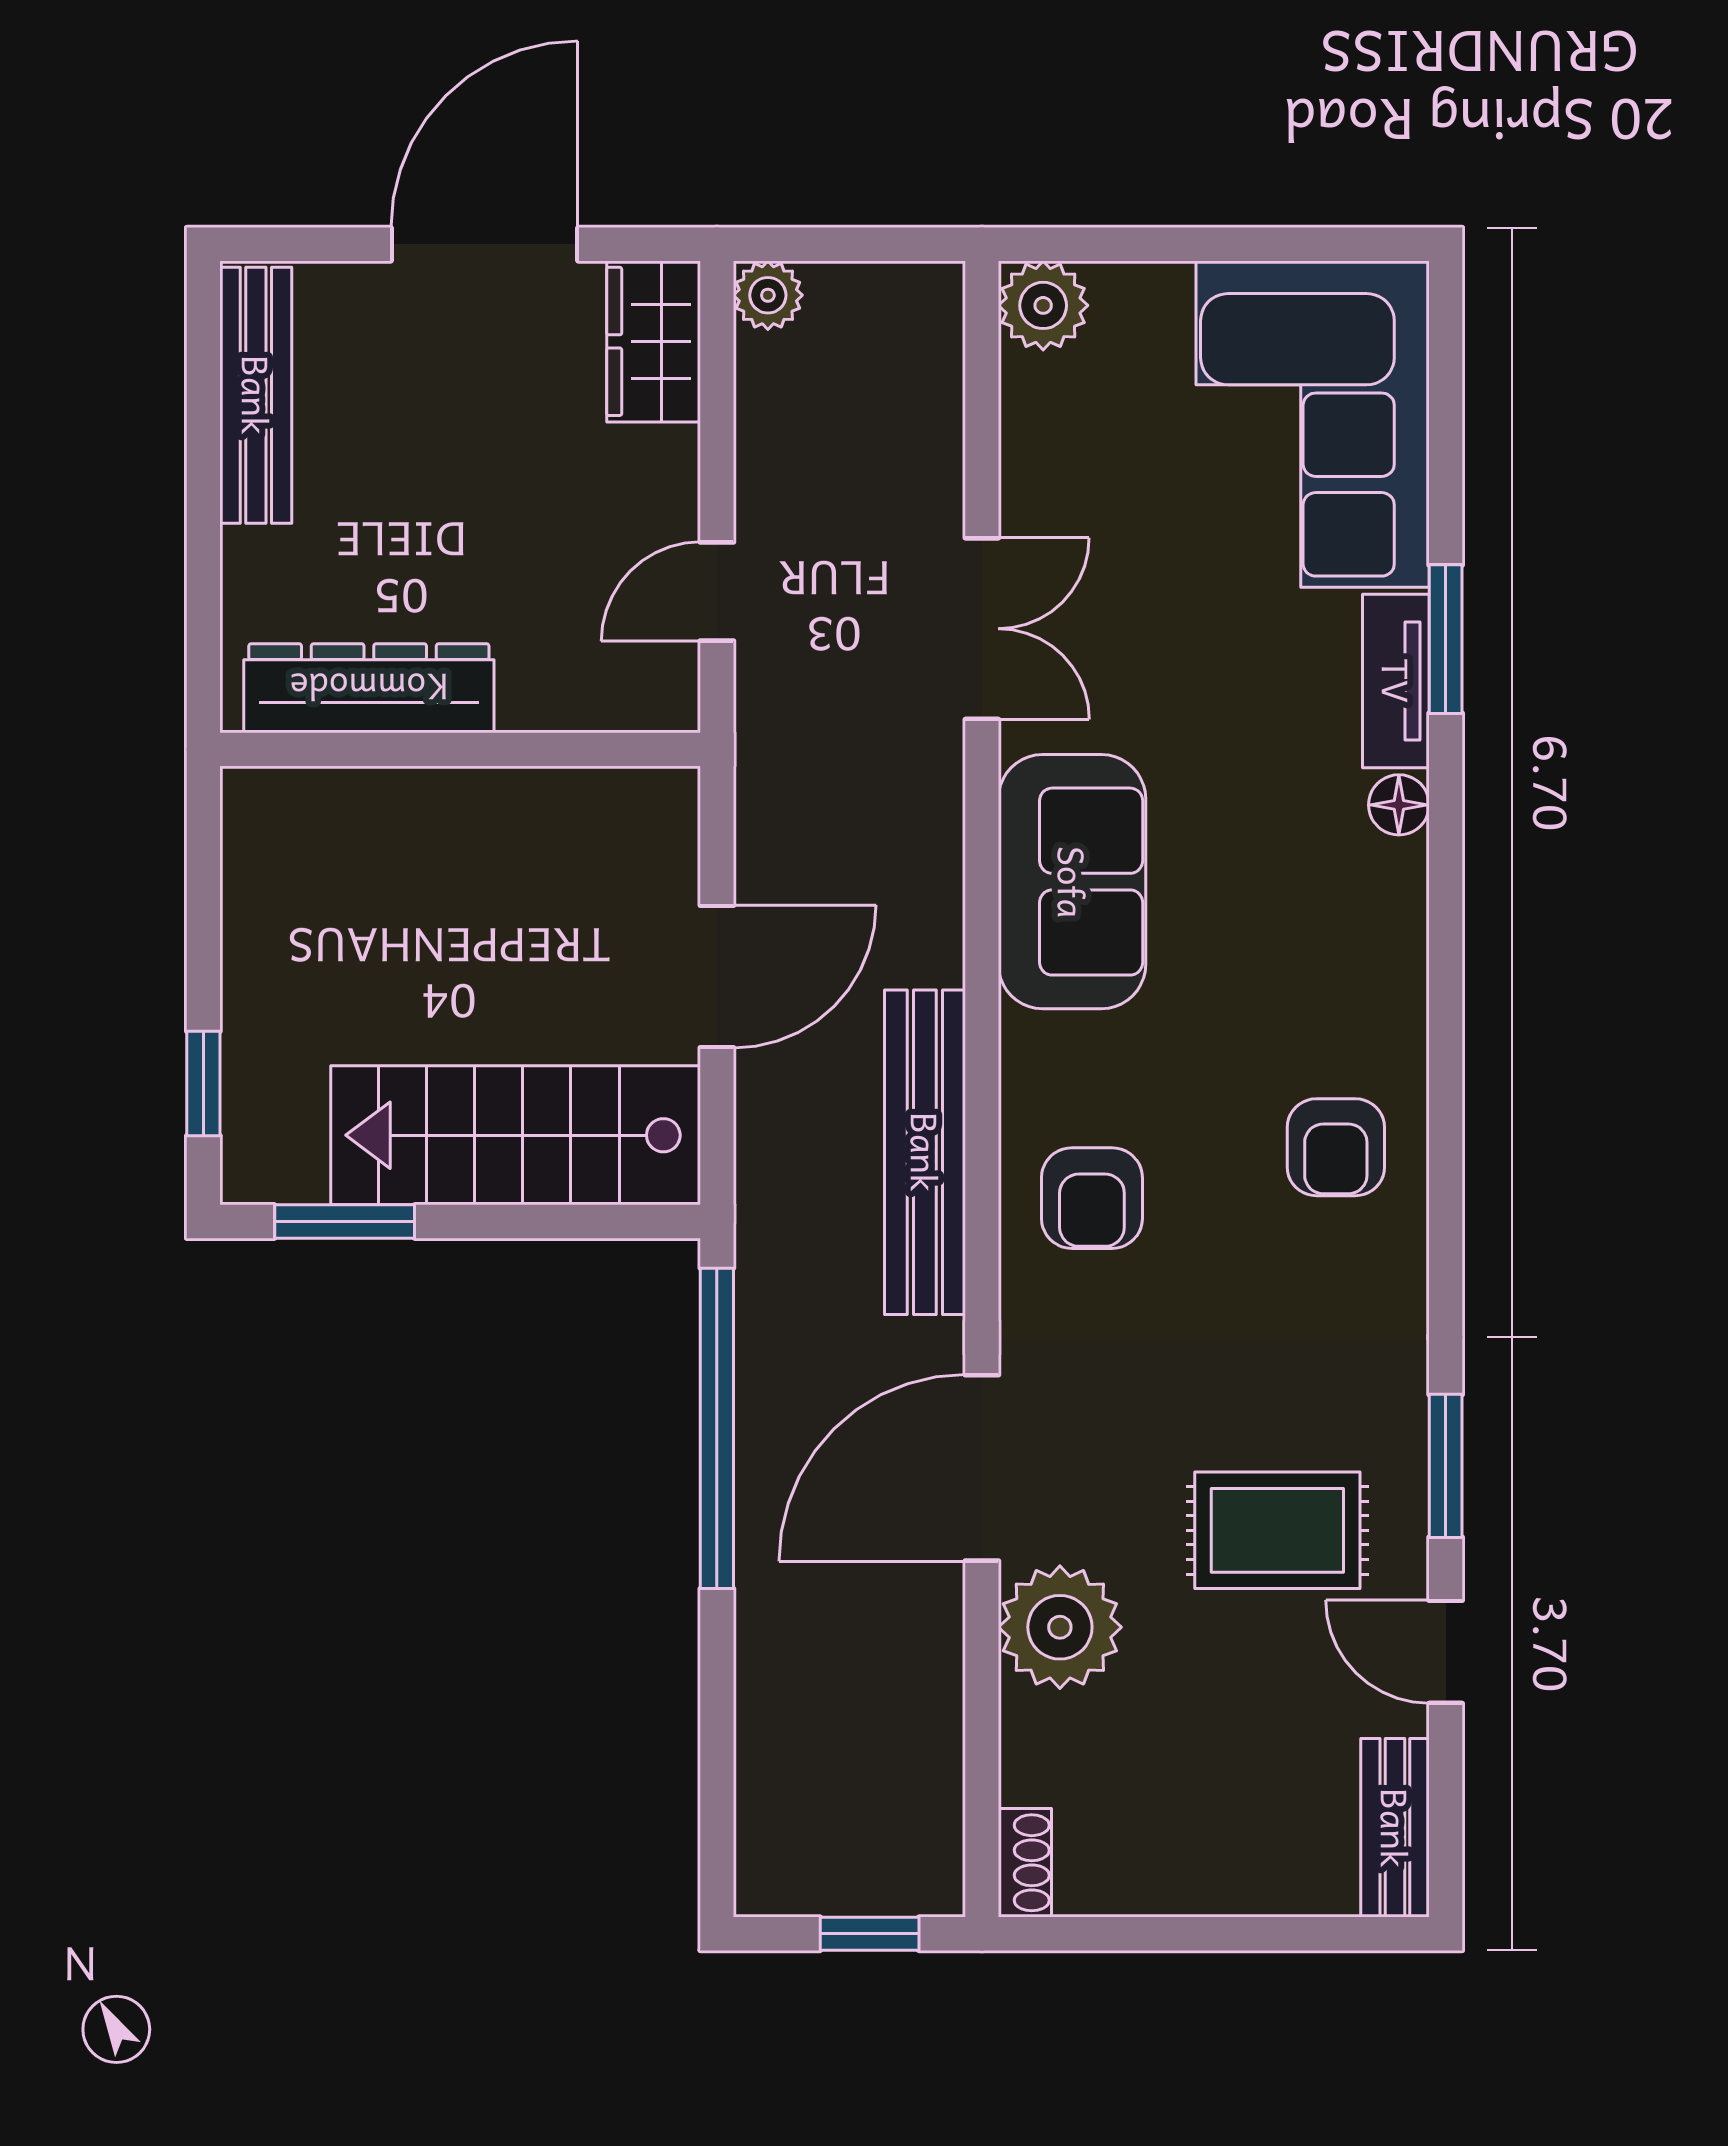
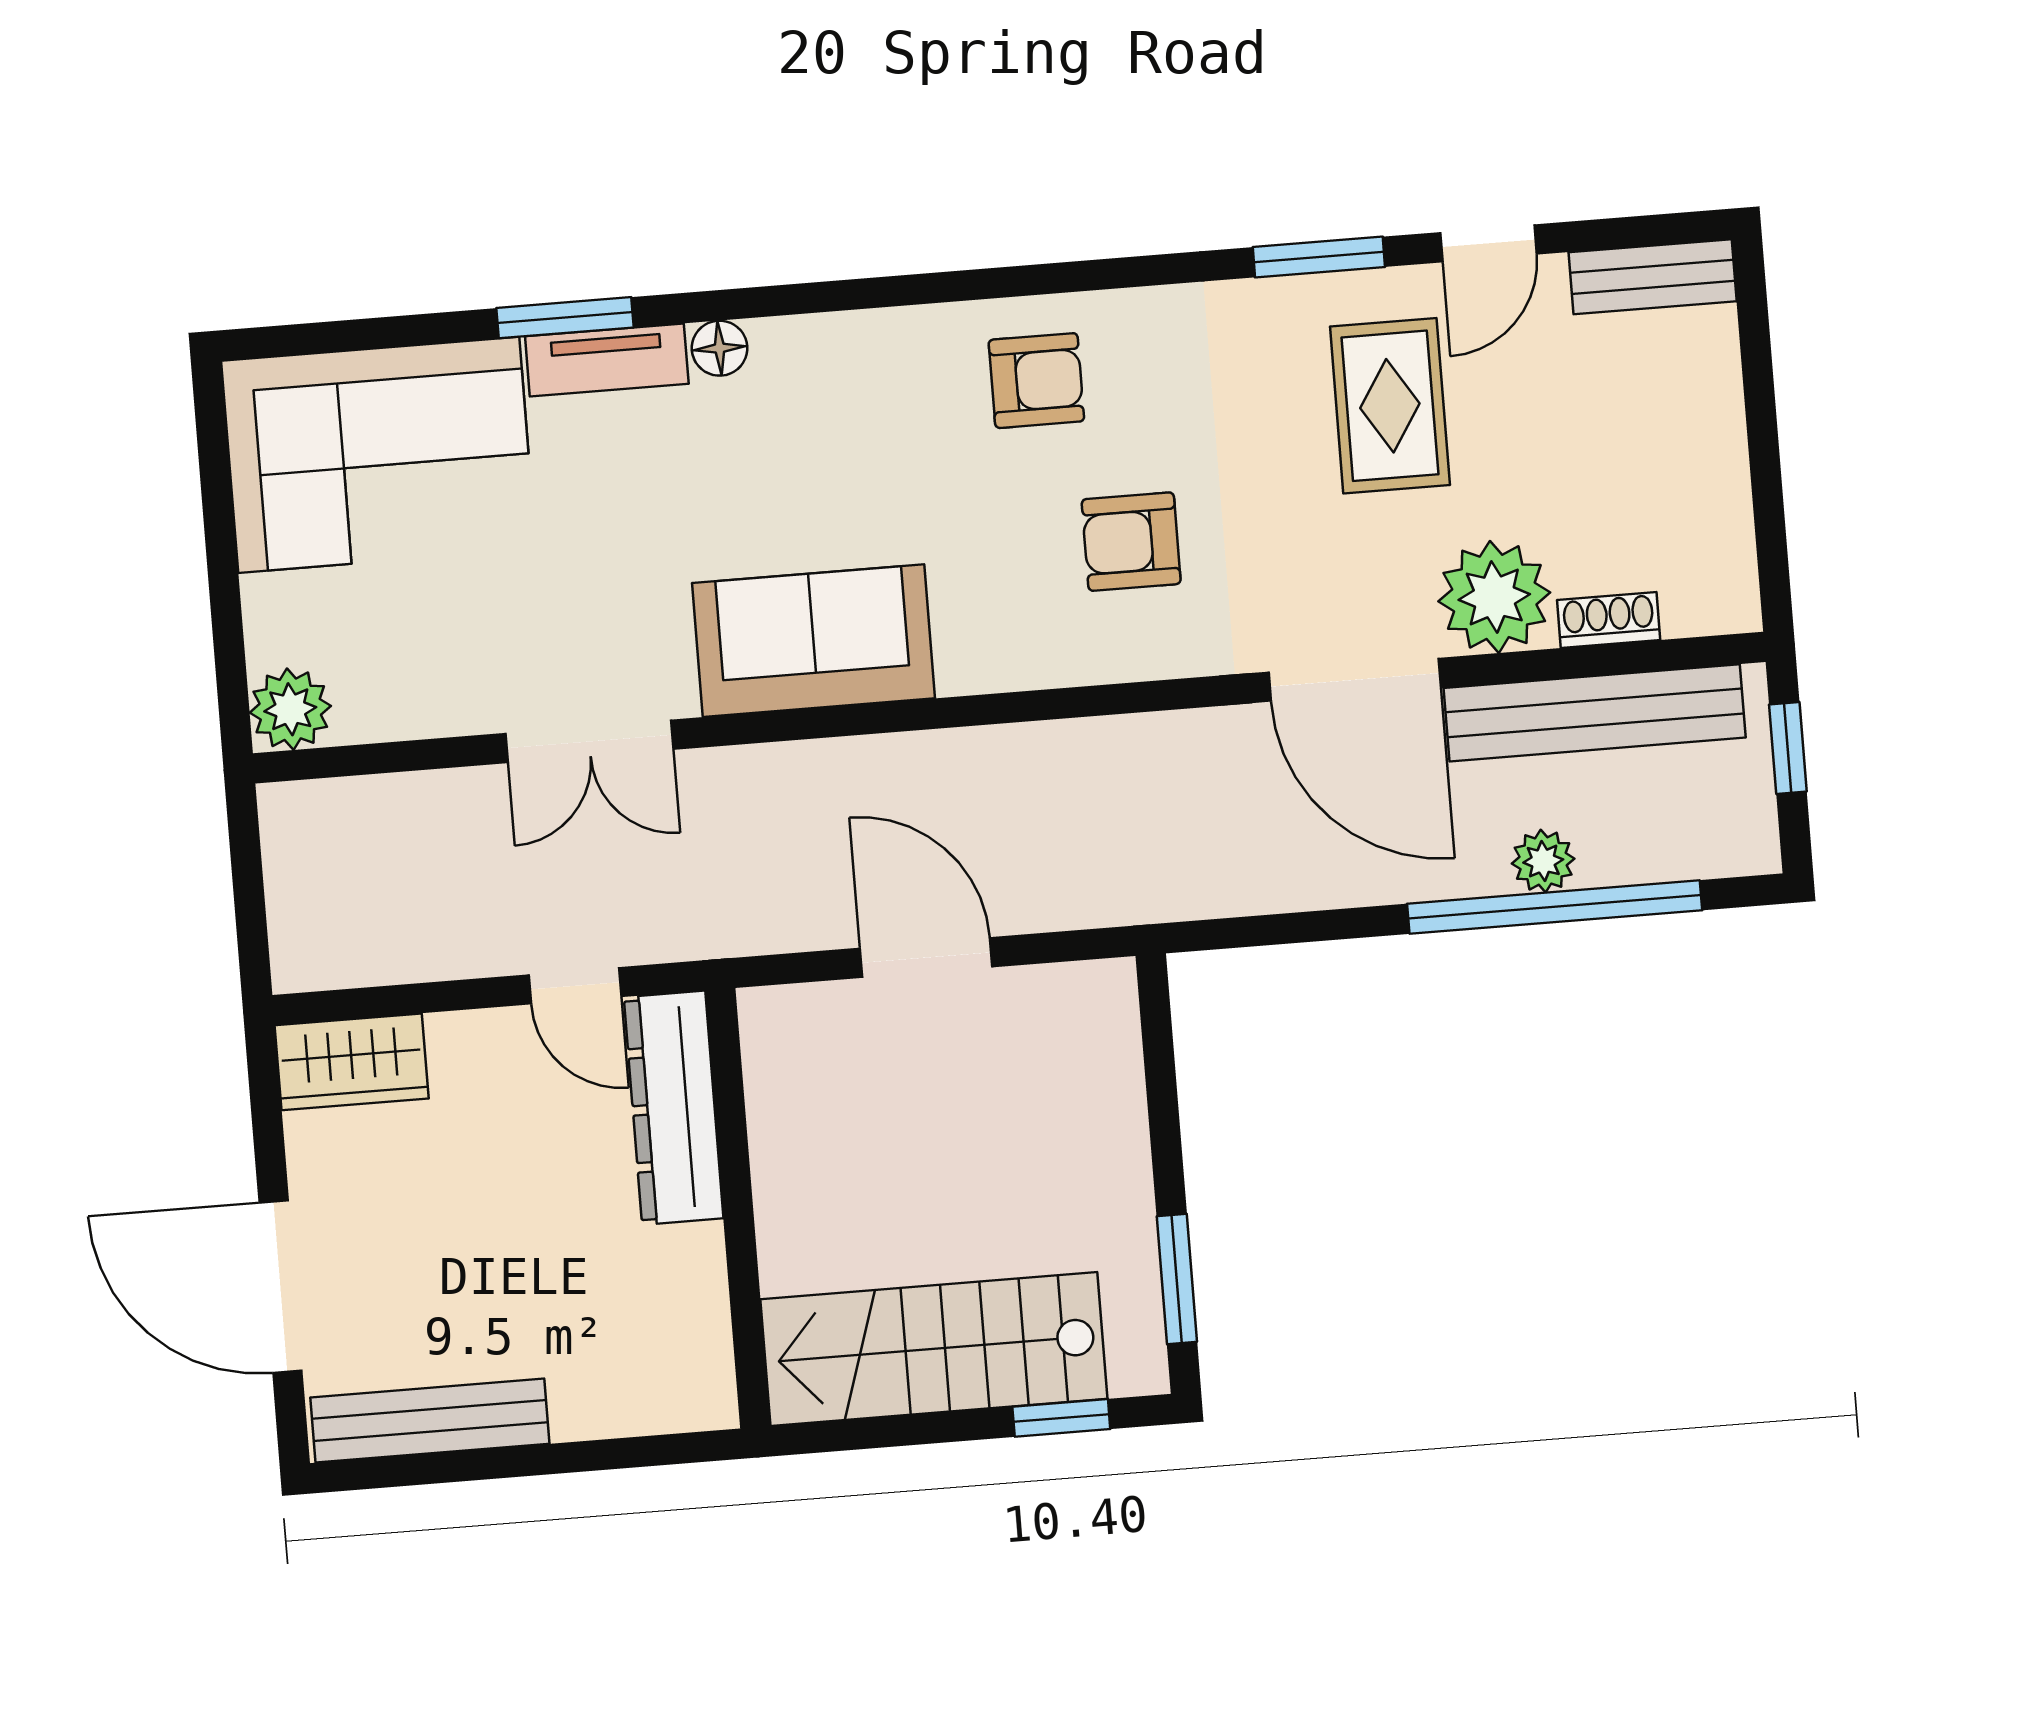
door: (485, 244) -> (281, 1287), moved
plant: (768, 295) -> (1543, 861), moved
double door: (982, 629) -> (589, 741), swing flipped
dresser: (369, 688) -> (674, 1108), moved
stairs: (516, 1135) -> (934, 1349), moved, turned 90
bench: (925, 1152) -> (1595, 713), moved
armchair: (1092, 1198) -> (1131, 542), moved, turned 180
window: (717, 1428) -> (1555, 907), moved
shoe rack: (1025, 1863) -> (1609, 620), moved

